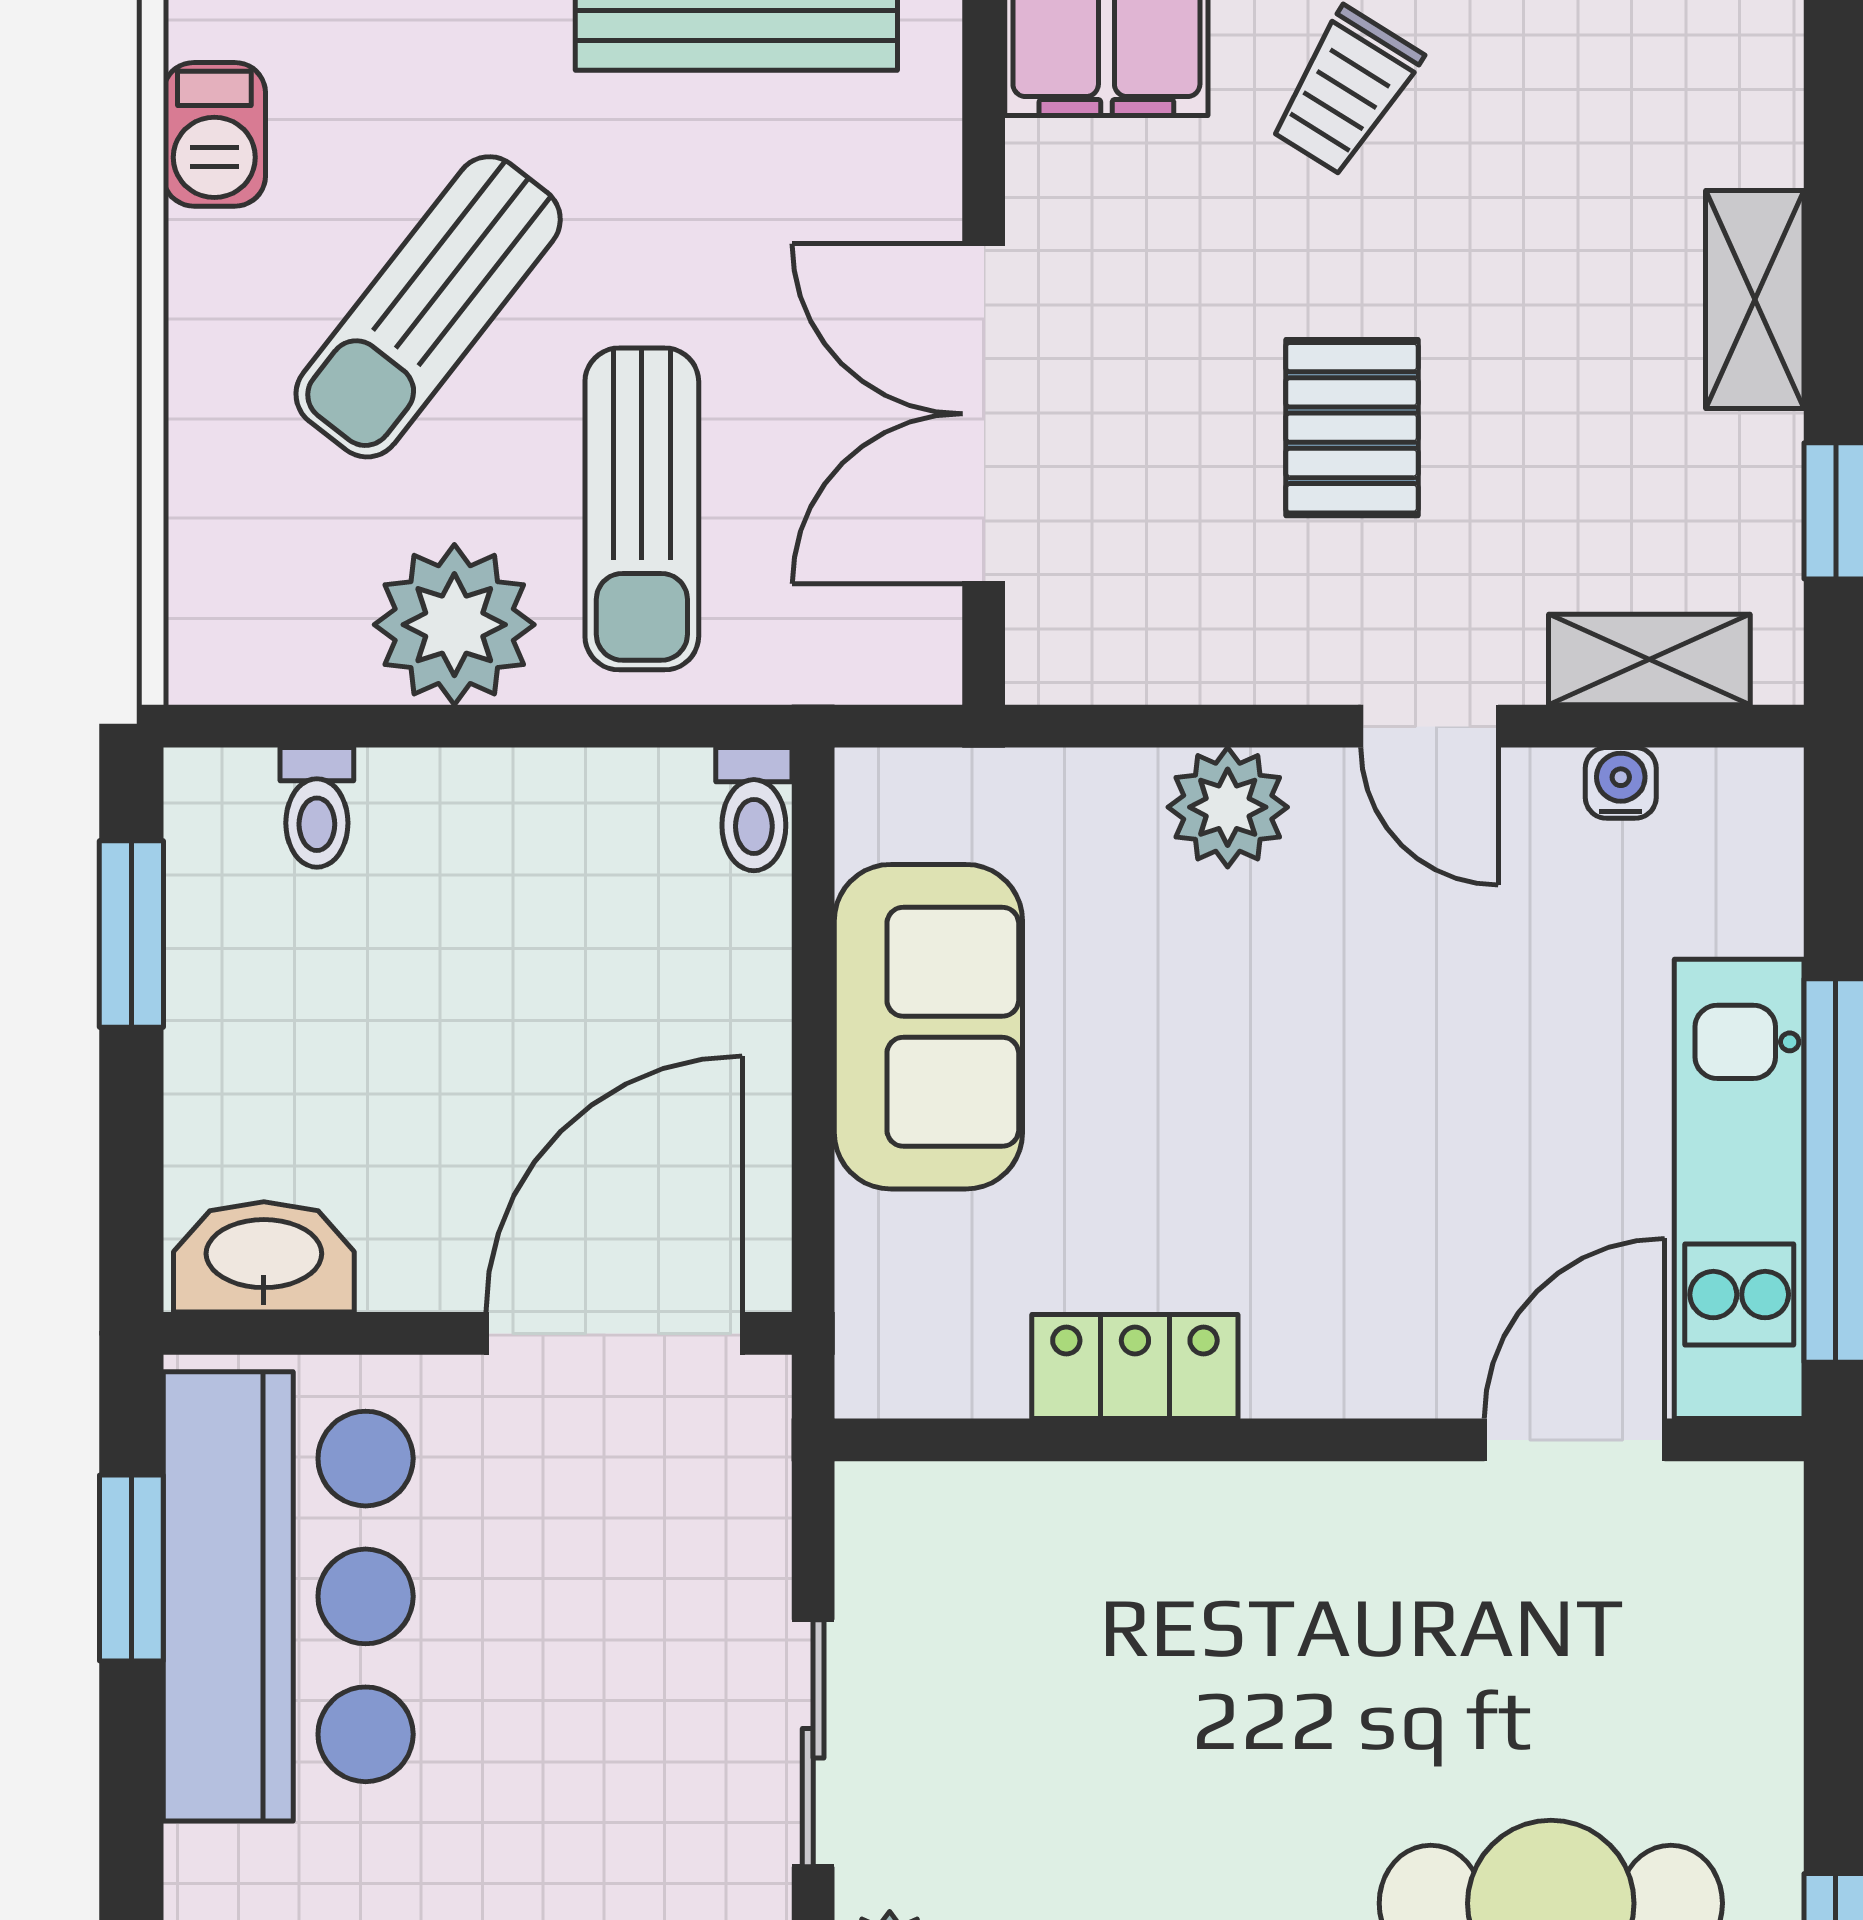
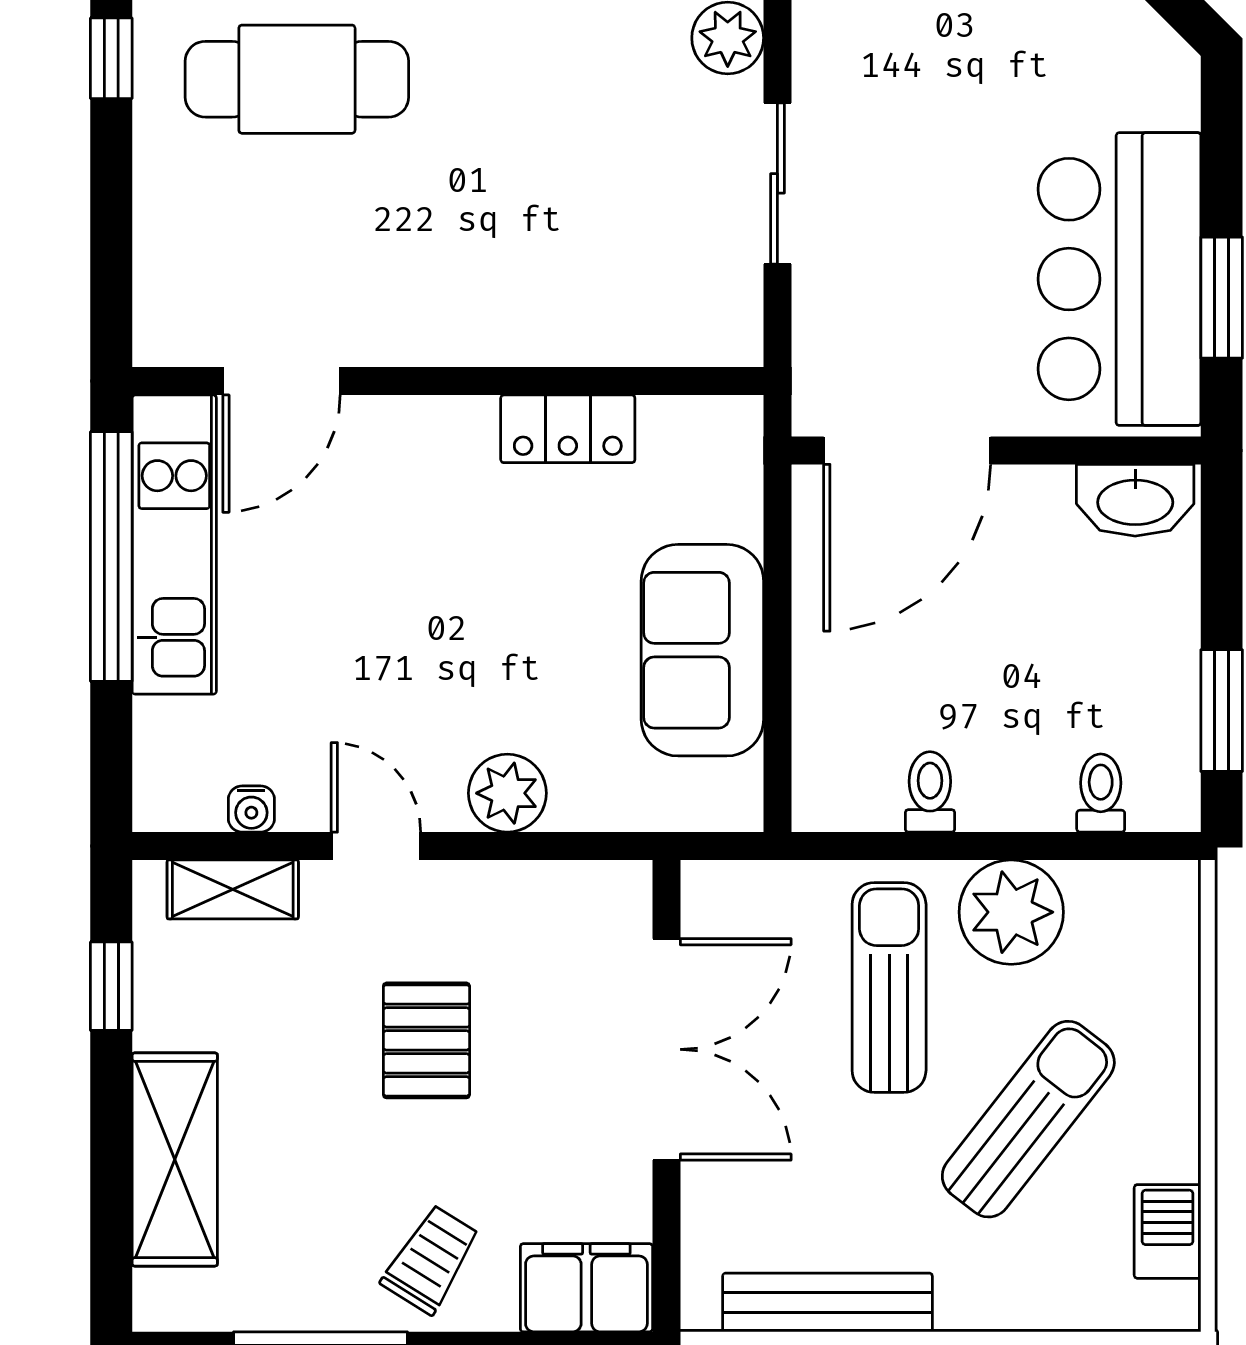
shelving: (1755, 299) -> (175, 1159), width x1.50, depth x1.33
toilet: (754, 809) -> (930, 792), moved

